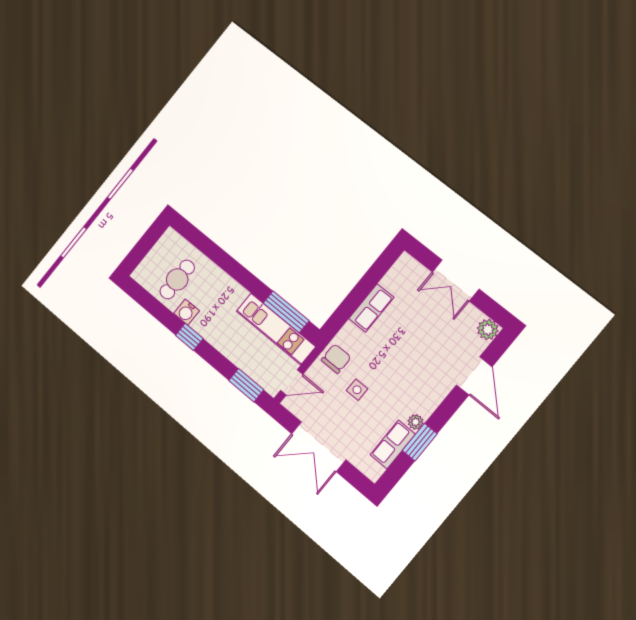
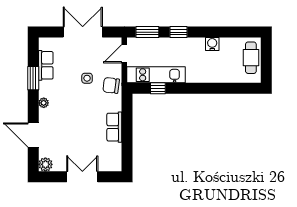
cafe table: (177, 279) -> (251, 58), moved
window: (286, 312) -> (158, 88), width x0.46
window: (189, 337) -> (179, 32), moved
chair: (336, 359) -> (111, 85), turned 97
plant: (416, 422) -> (44, 103), moved

